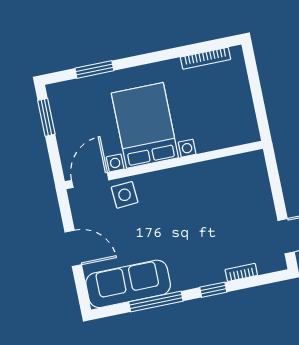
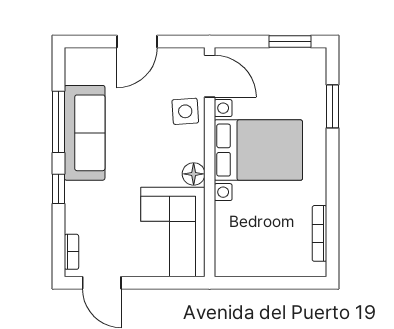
floor lamp: (177, 177) -> (194, 174), added
corner sofa: (230, 184) -> (173, 232), added
bookcase: (241, 272) -> (71, 252), moved
sofa: (128, 284) -> (85, 133), moved

